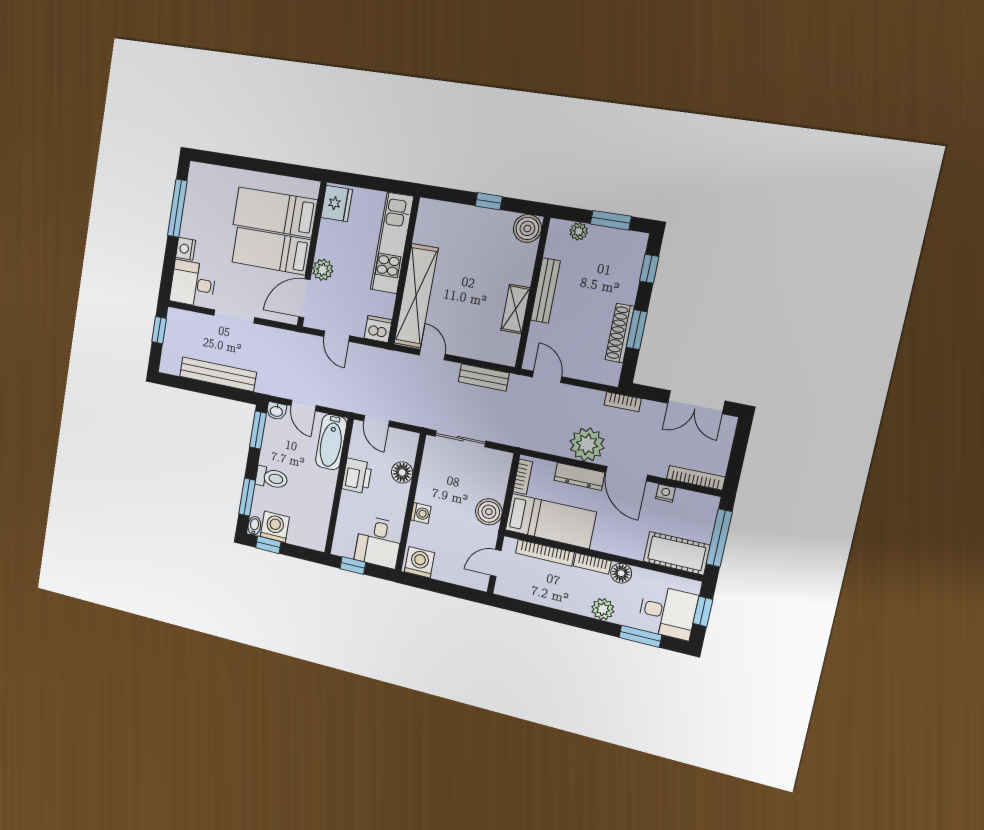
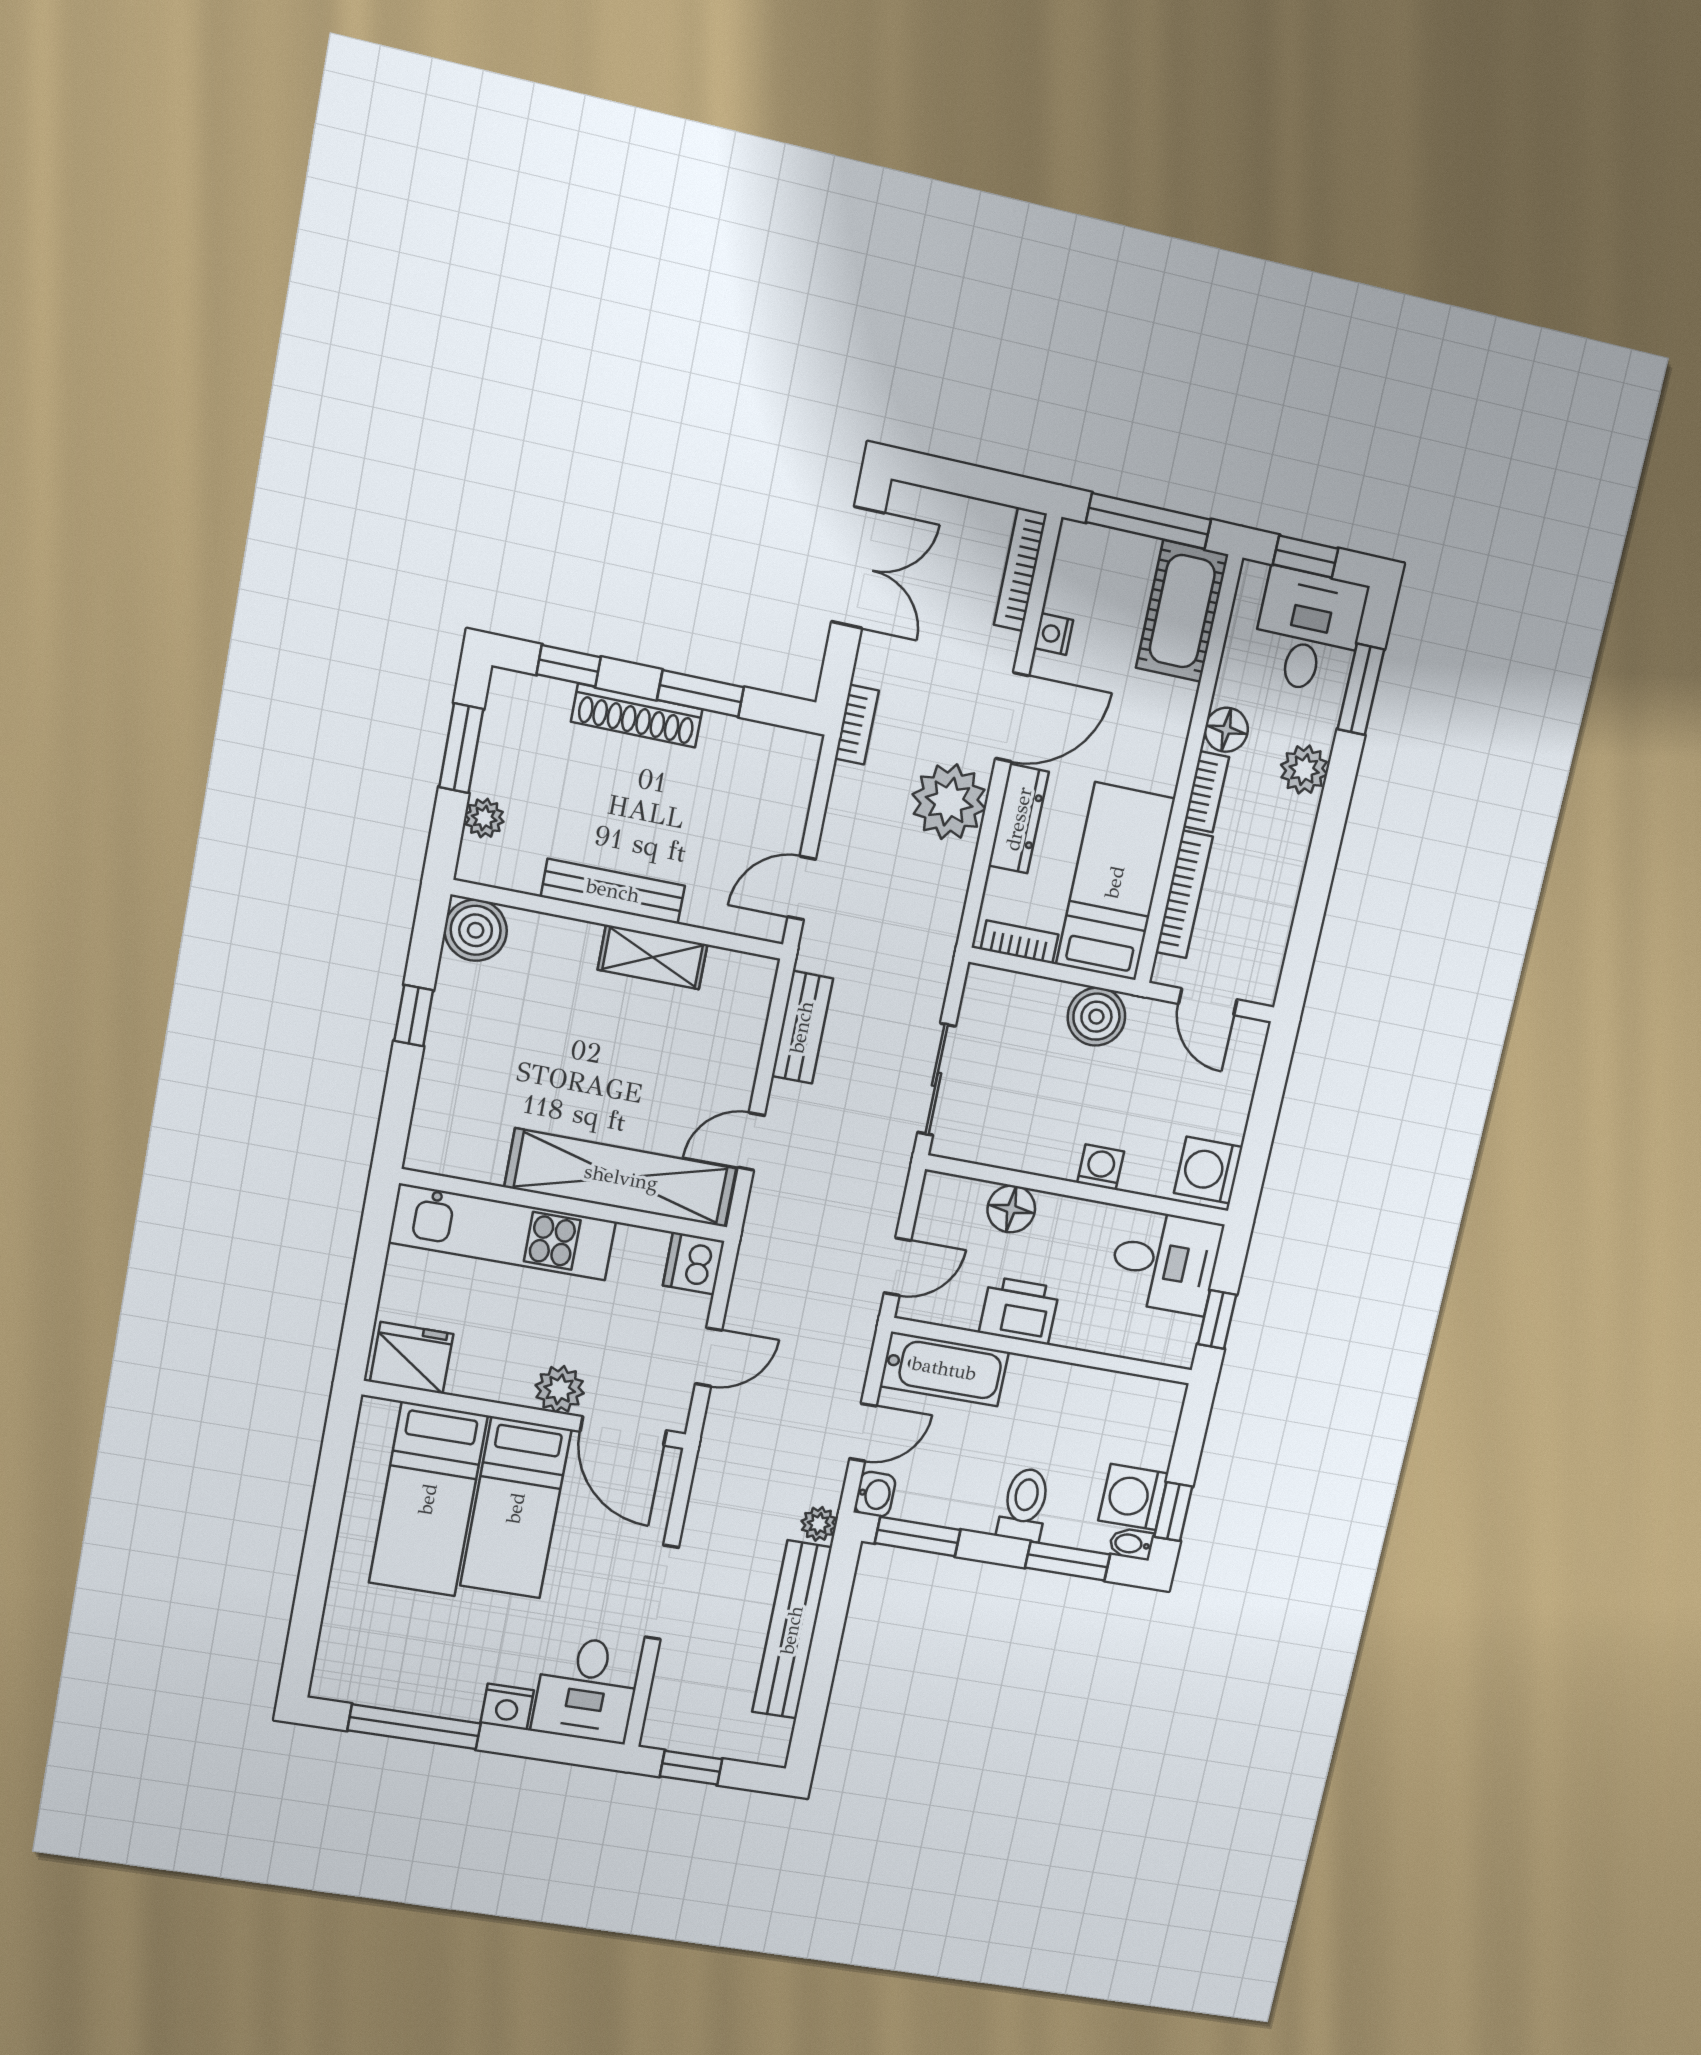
shoe rack: (620, 333) -> (637, 715), moved
plant: (264, 386) -> (819, 1524), added

